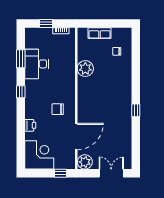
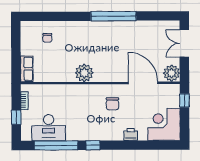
row of seats: (100, 33) -> (27, 69), moved
window: (21, 59) -> (56, 145), width x2.11
desk: (37, 64) -> (49, 128), moved
plant: (85, 69) -> (84, 73), moved
window: (136, 110) -> (113, 16), width x3.17

